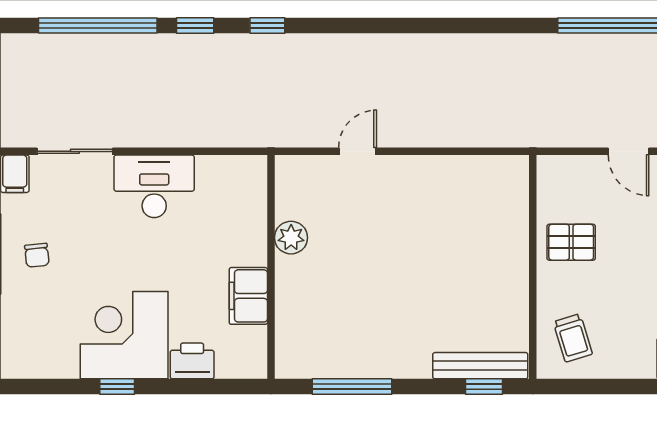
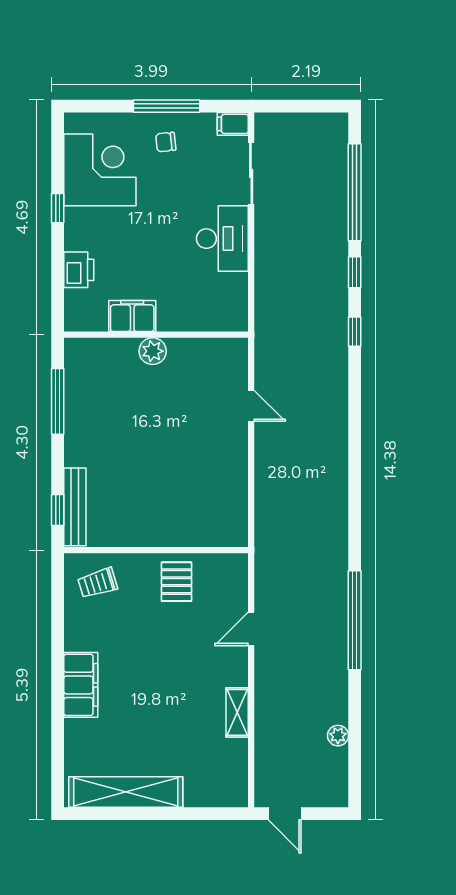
plant: (291, 238) -> (153, 351), moved
corner desk: (124, 335) -> (100, 170), moved

